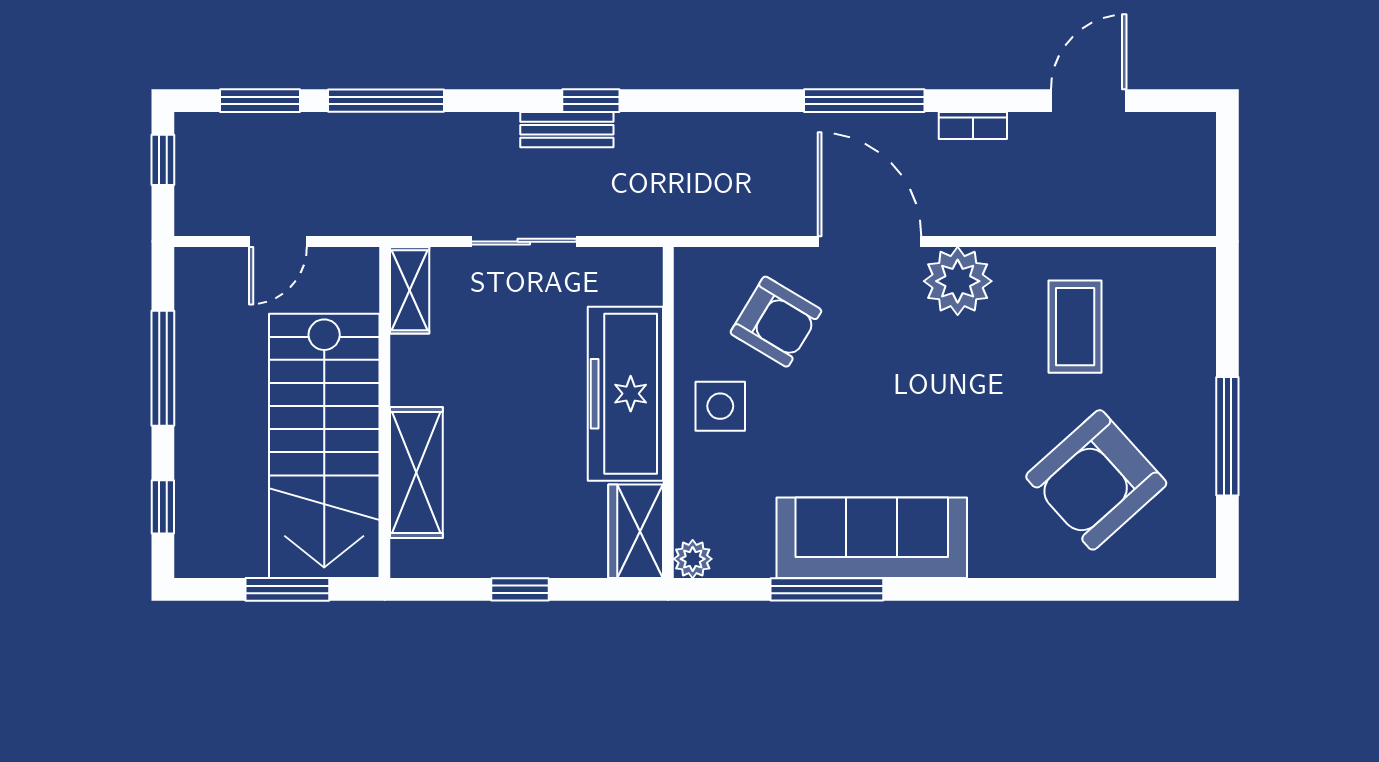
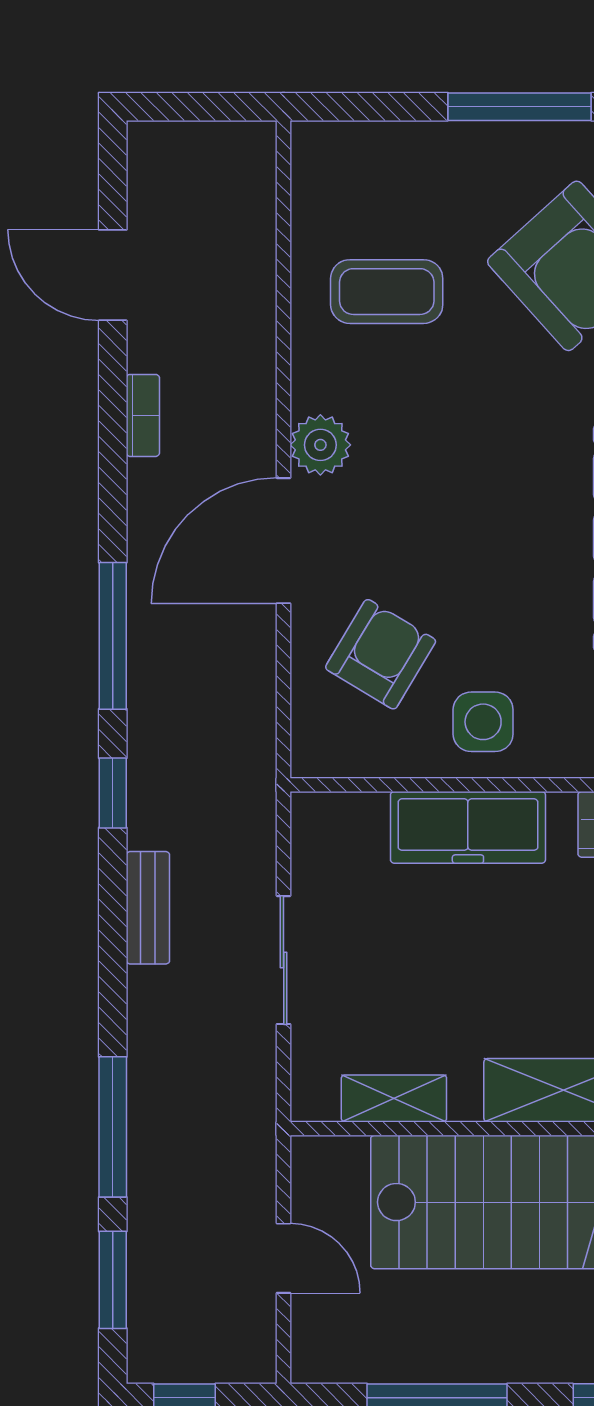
window: (591, 101) -> (113, 793), moved
window: (864, 101) -> (113, 636), moved
plant: (958, 281) -> (320, 445), width x0.73, depth x0.73
shelving: (410, 290) -> (394, 1098), moved
freezer: (625, 394) -> (468, 827), width x0.73, depth x0.79

